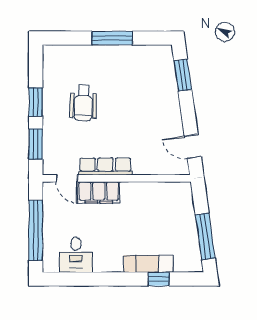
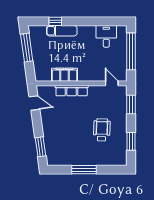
window: (36, 102) -> (131, 141), moved
row of seats: (105, 166) -> (72, 91), moved
filing cabinet: (99, 192) -> (65, 75), moved

